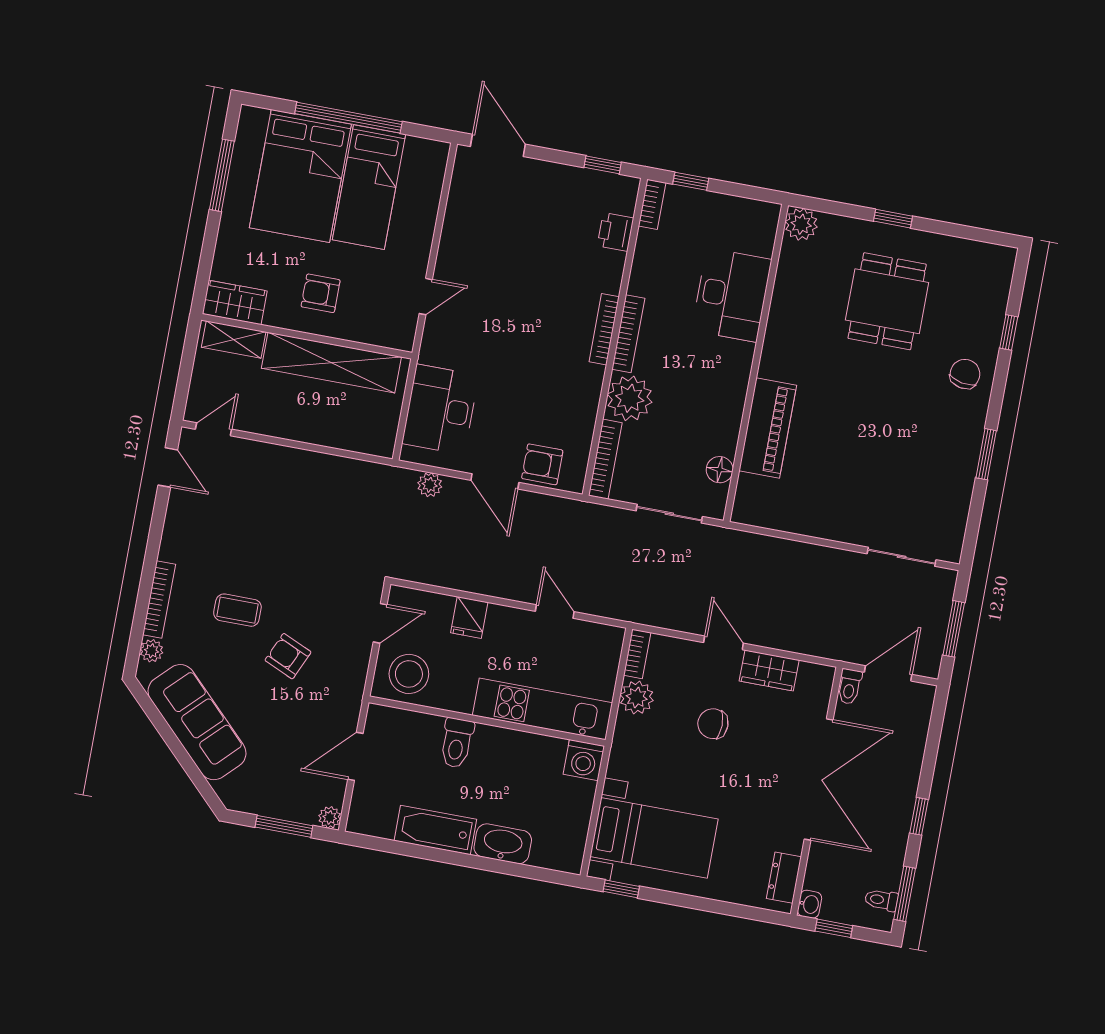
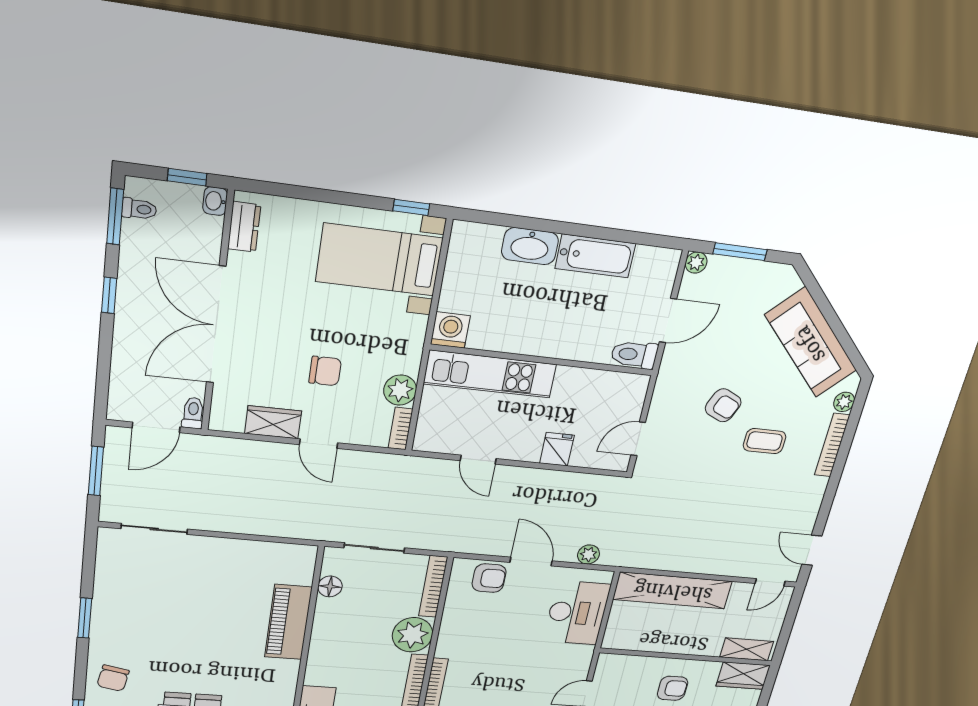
shelving: (331, 363) -> (673, 590), moved
stool: (409, 674) -> (614, 397), removed
toilet: (457, 743) -> (634, 355), moved, turned -90

